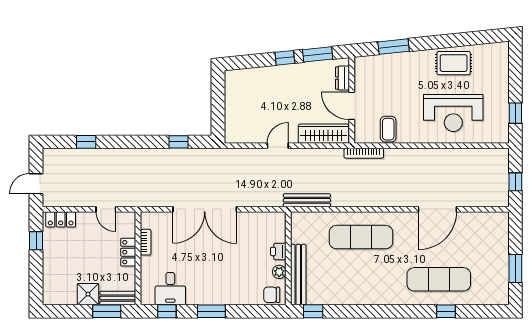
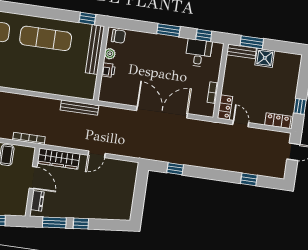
exercise mat: (361, 237) -> (46, 38), moved
locker: (128, 252) -> (225, 107), moved

